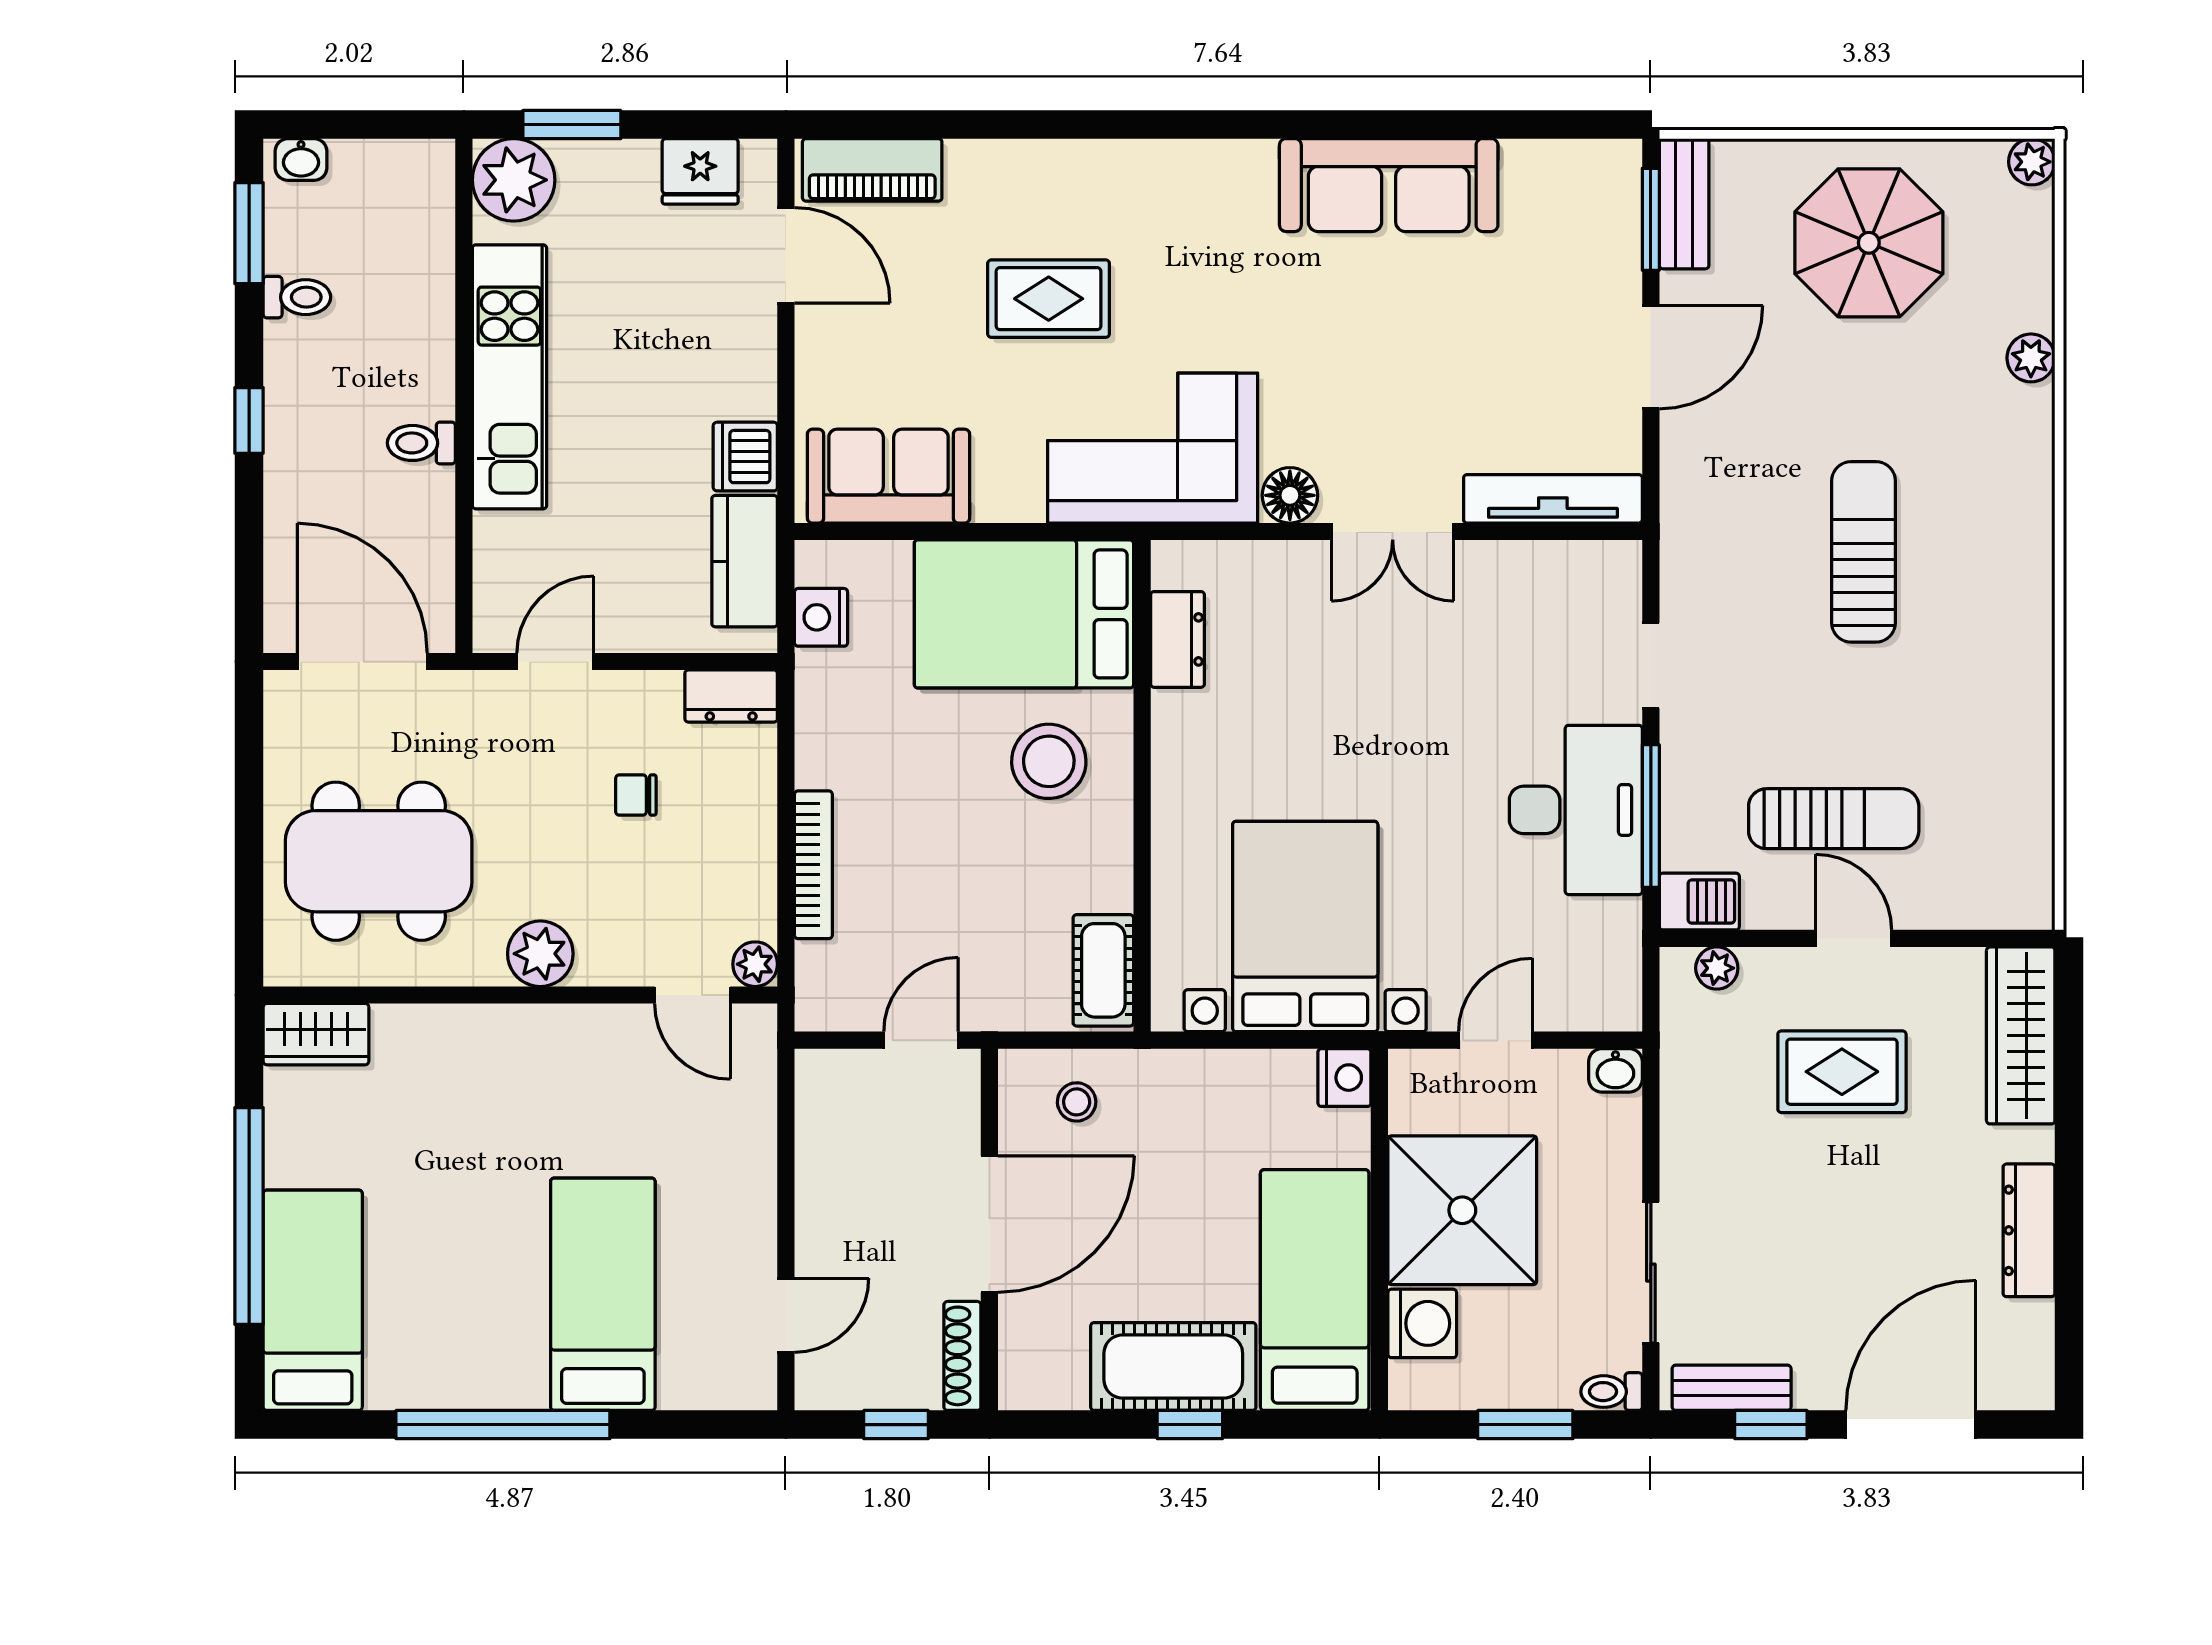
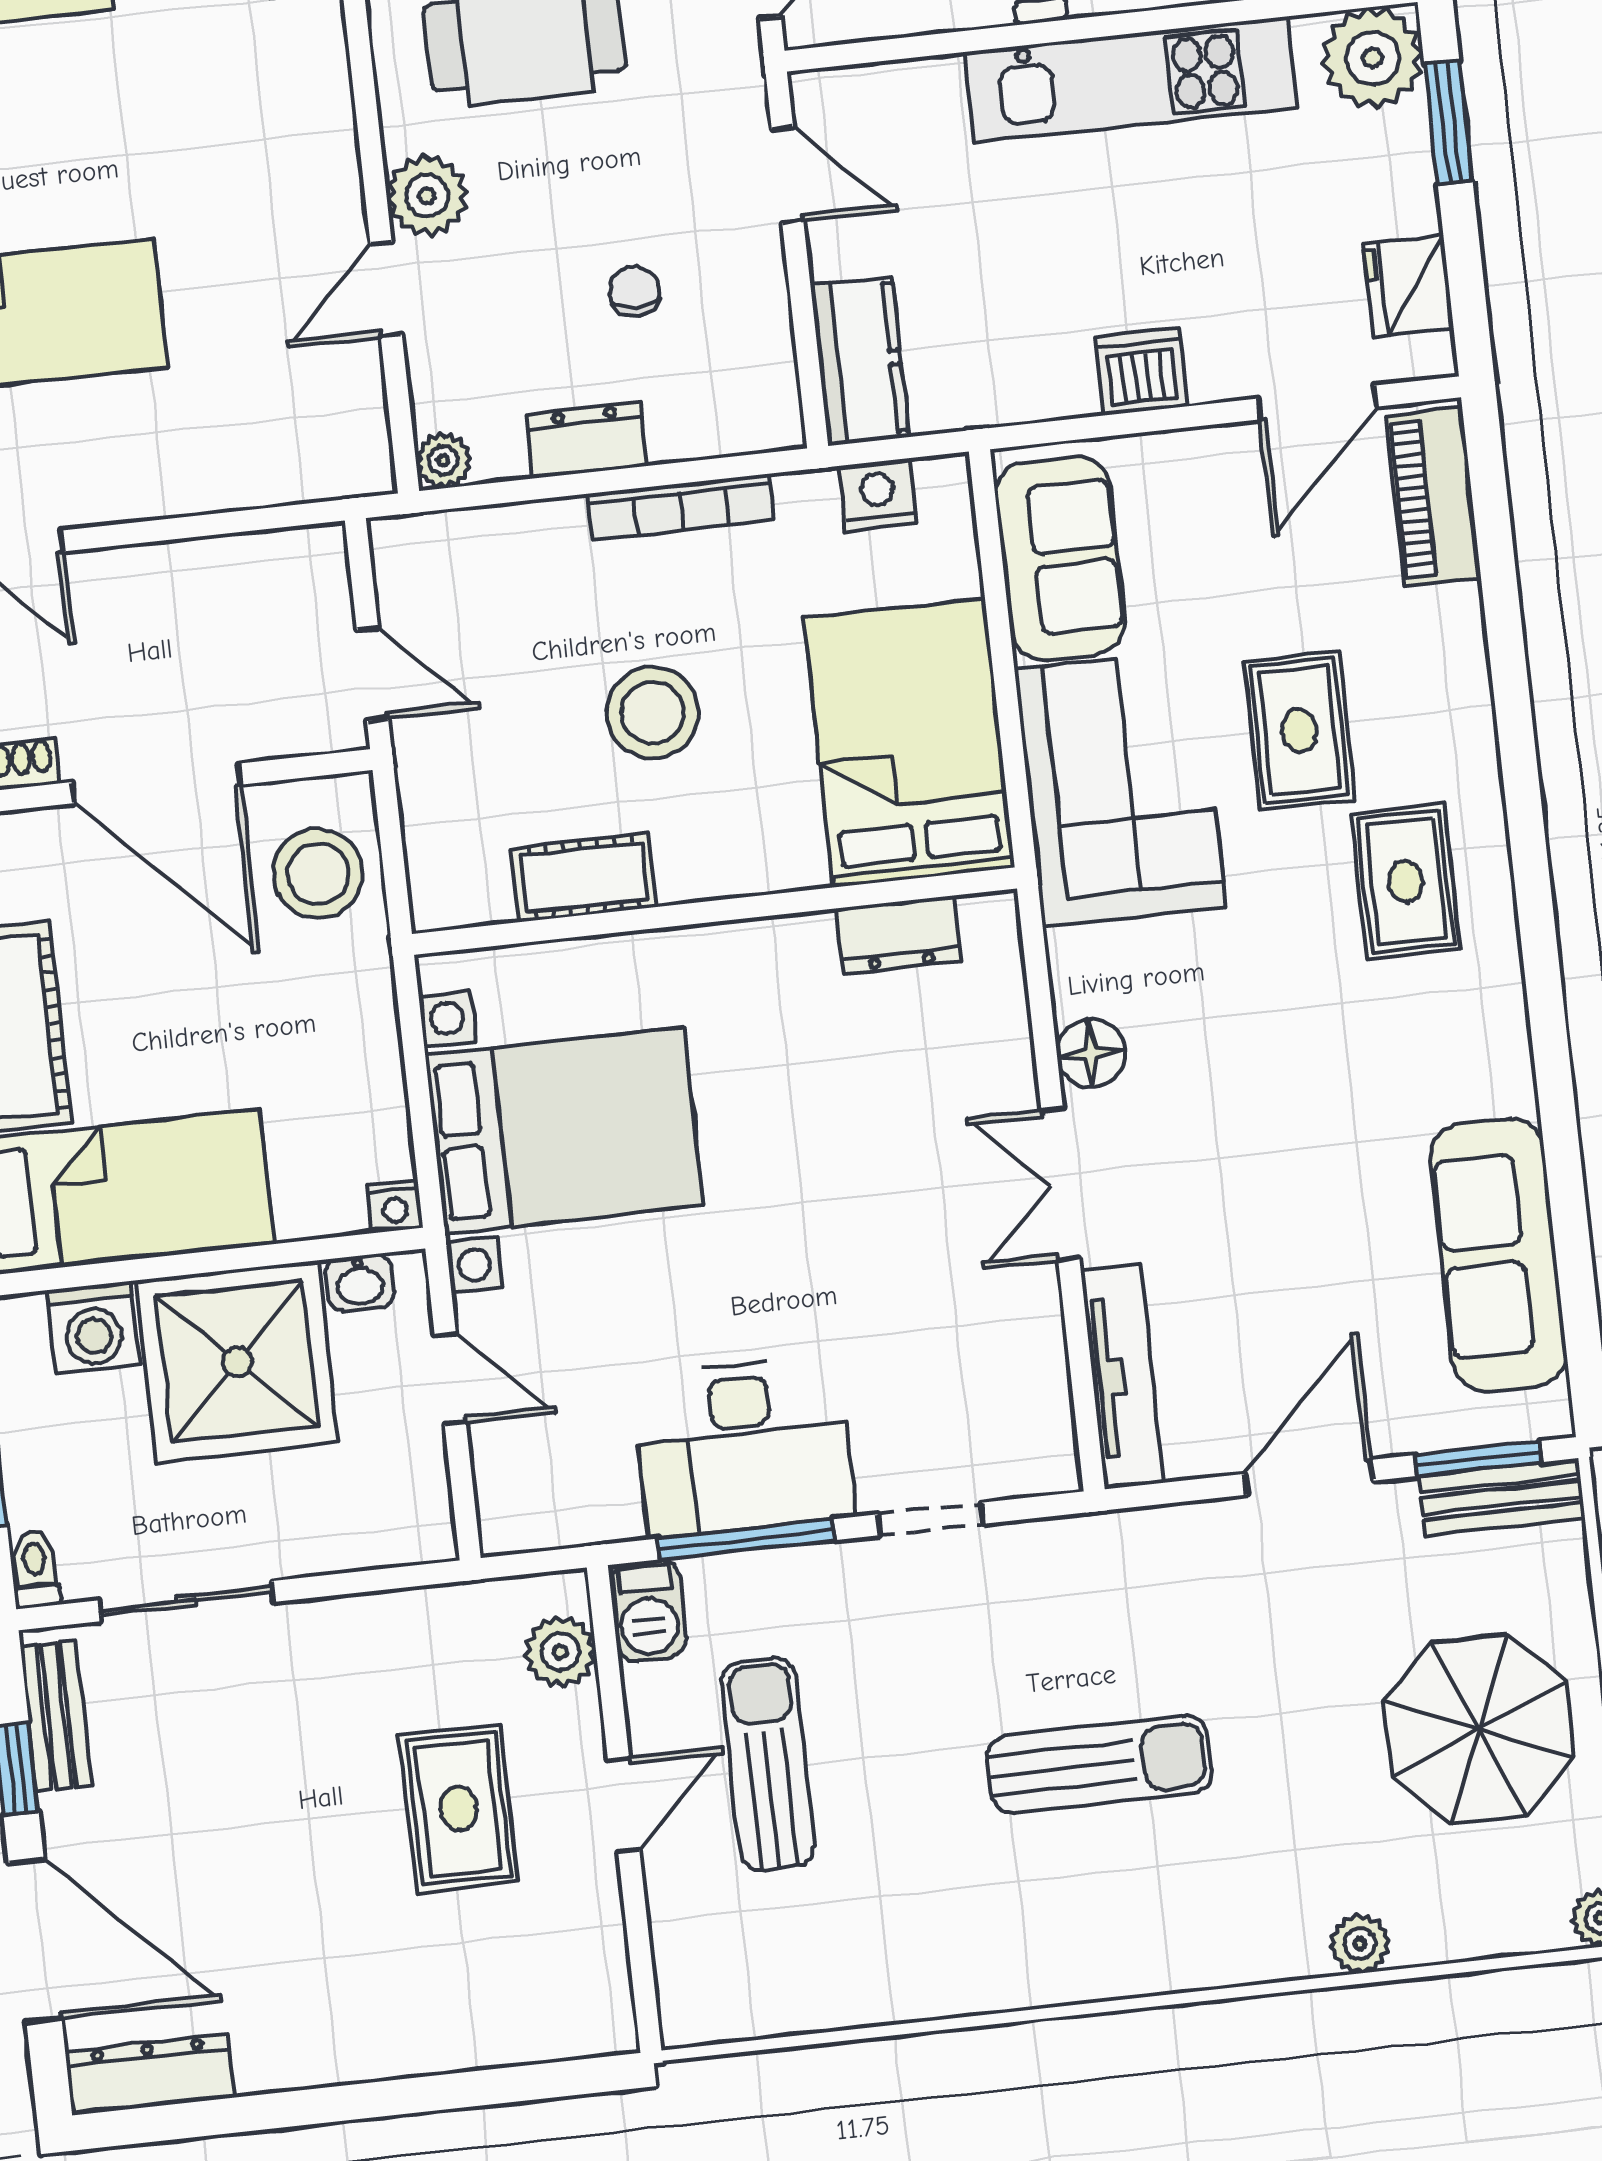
sofa: (1389, 185) -> (1498, 1255), moved
rug: (1180, 226) -> (1406, 881), added
door: (1651, 357) -> (1309, 1477), swing flipped
corner sofa: (1153, 448) -> (1120, 788), moved
dishwasher: (745, 457) -> (1141, 372), moved
kitchen counter: (745, 561) -> (859, 361), moved, turned 90
dresser: (731, 696) -> (587, 440), moved, turned 90
stool: (1049, 761) -> (653, 713), moved
sun lounger: (1834, 819) -> (768, 1764), turned 180
bookcase: (813, 865) -> (681, 507), moved
plant: (1717, 968) -> (560, 1652), width x1.38, depth x1.38
cot: (1103, 970) -> (584, 878), moved
door: (693, 995) -> (386, 289), moved
wardrobe: (2021, 1035) -> (527, 2023), removed
washbasin: (1615, 1070) -> (360, 1283), moved, turned -90
nightstand: (1344, 1078) -> (395, 1206), width x0.72, depth x0.74
stool: (1077, 1102) -> (318, 874), width x1.89, depth x1.89
dresser: (2029, 1230) -> (150, 2075), moved

